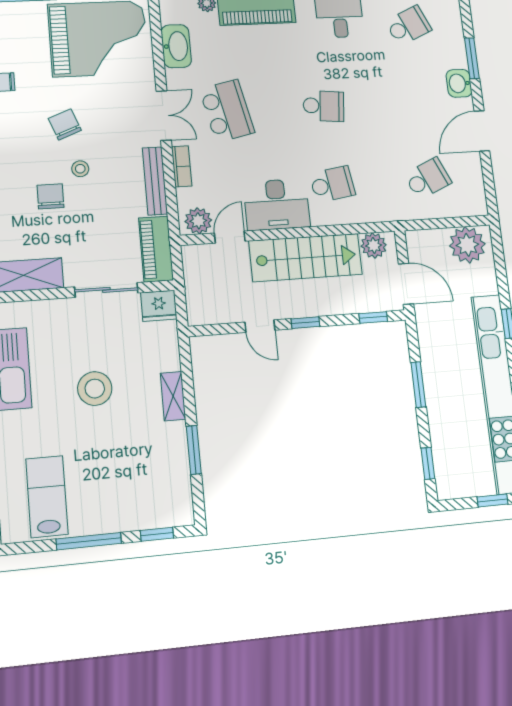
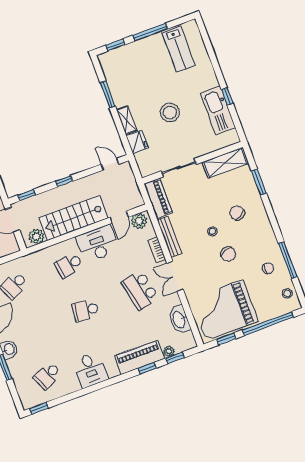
chair: (50, 196) -> (237, 213), moved, turned 149
fridge: (159, 306) -> (137, 142), moved, turned 90
door: (260, 326) -> (110, 164), moved

